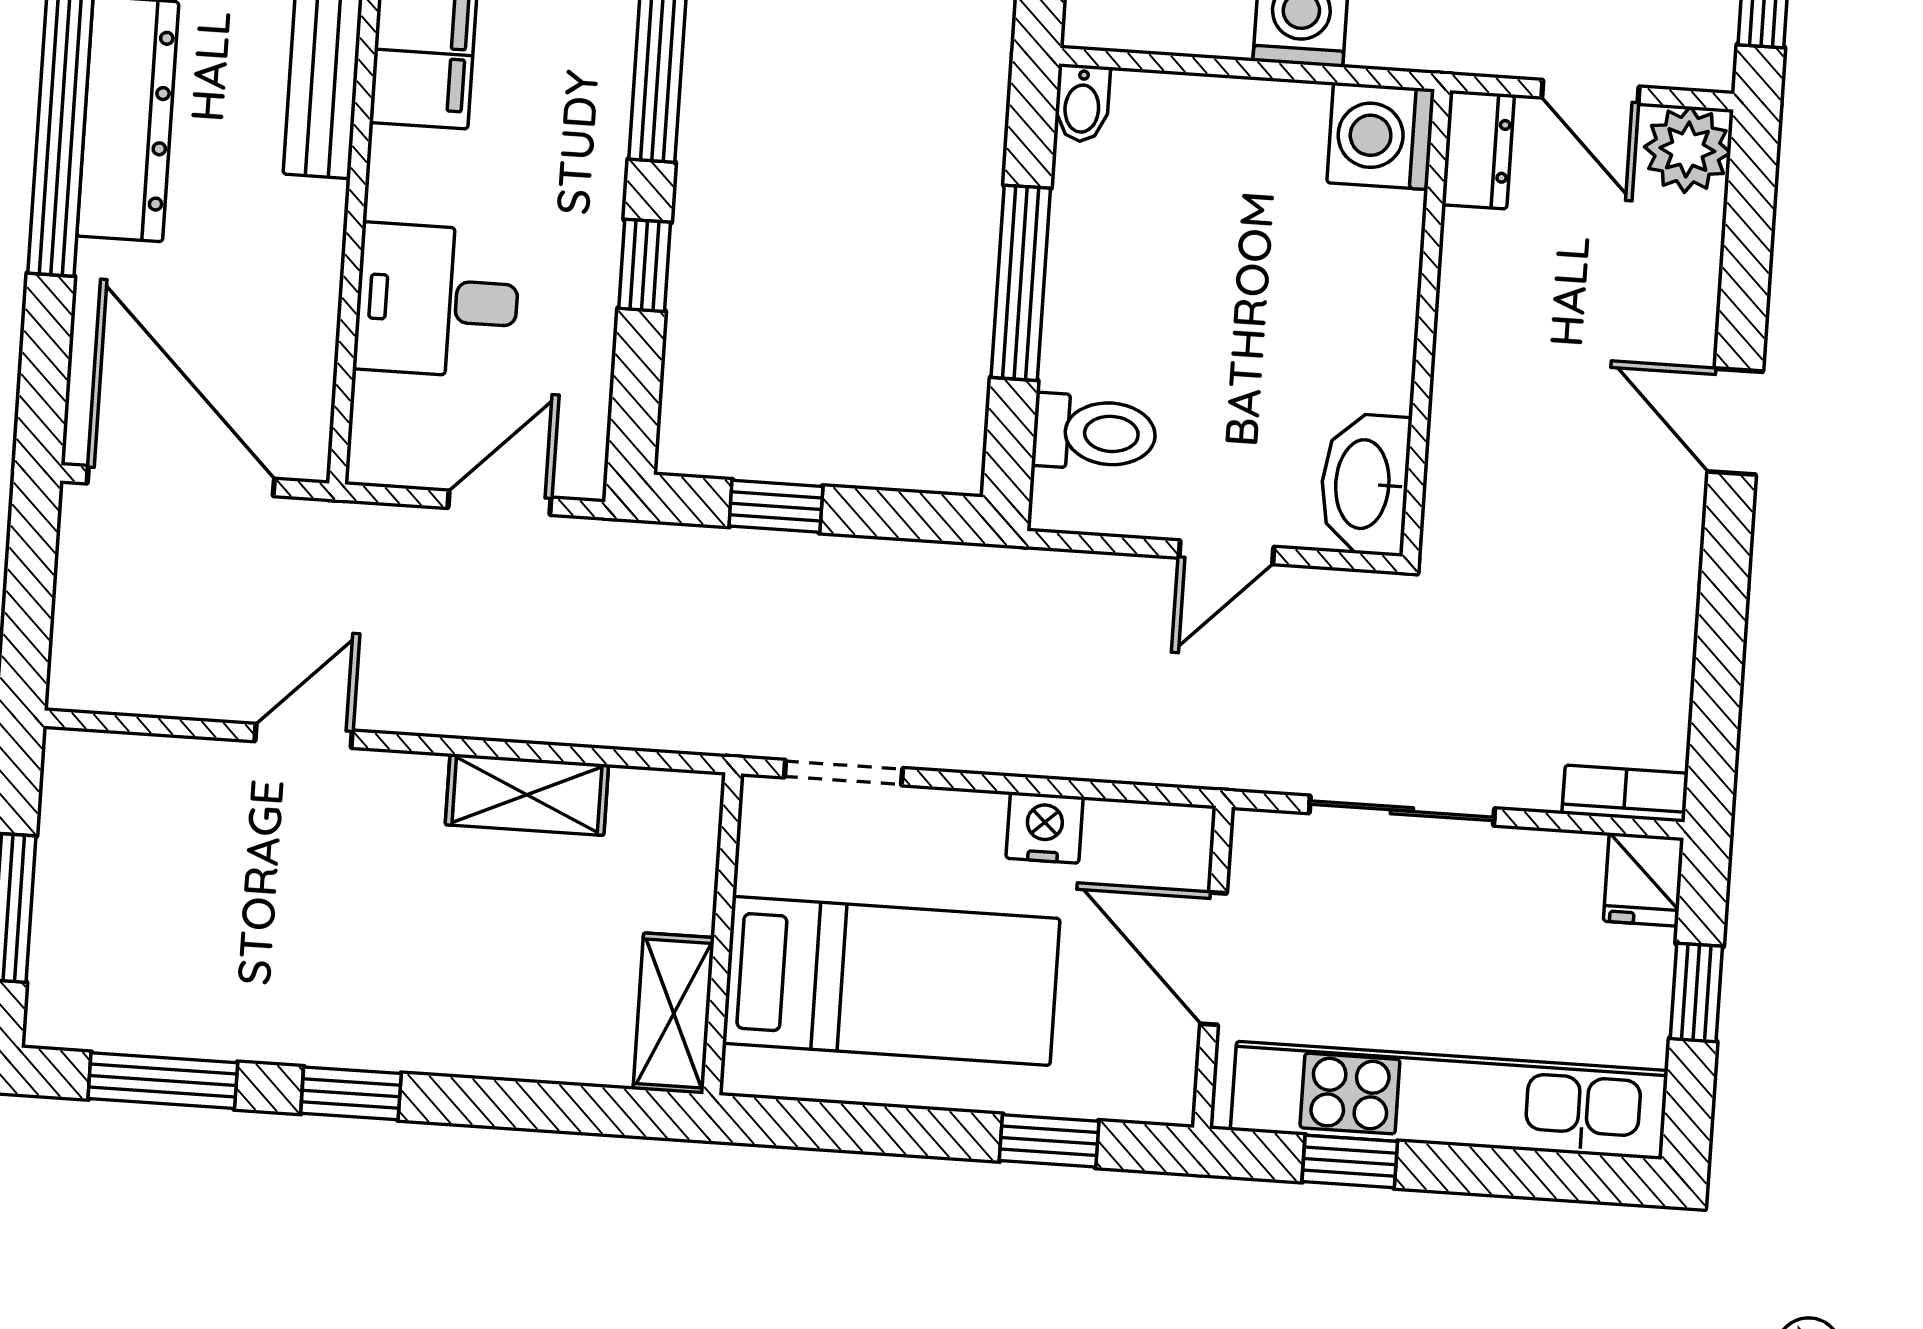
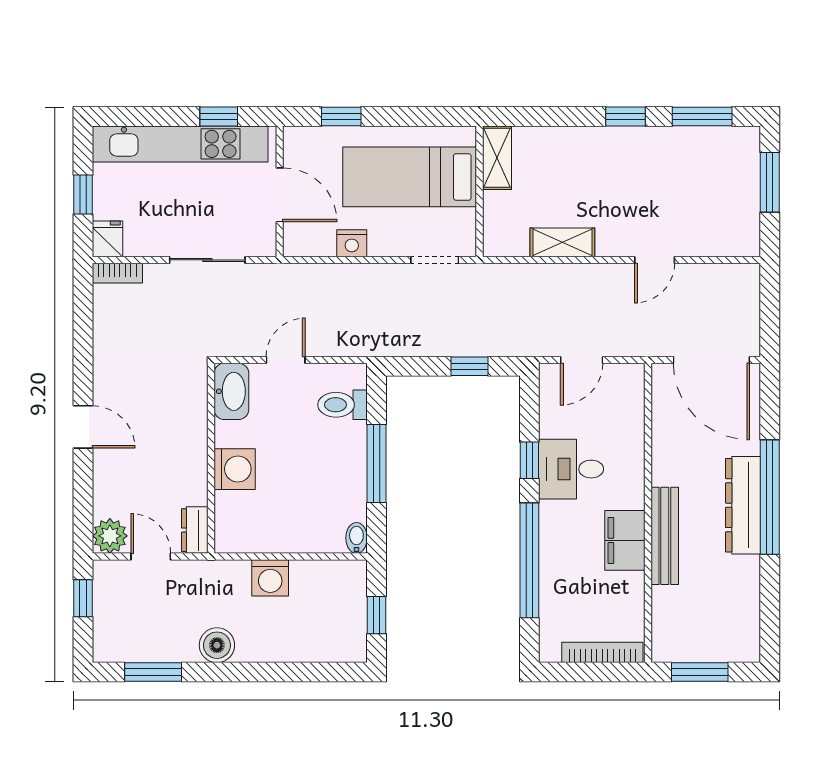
washing machine: (1381, 136) -> (235, 469), moved
desk: (437, 300) -> (571, 469), moved, turned 180

